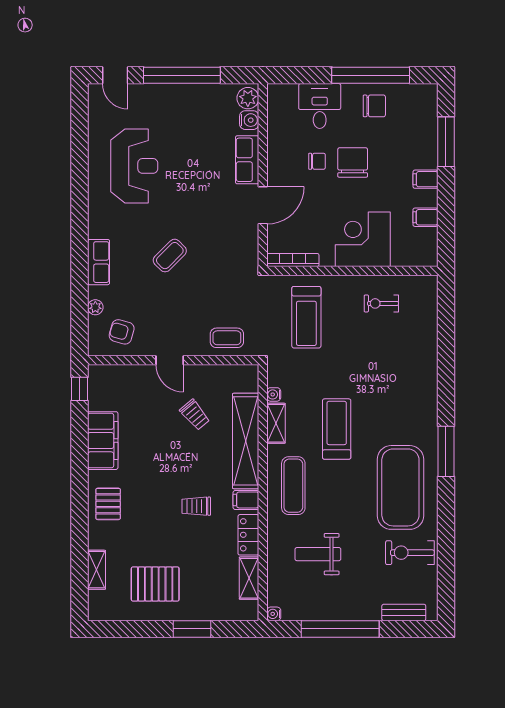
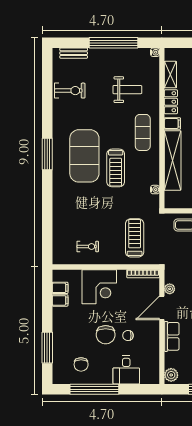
chair: (374, 106) -> (81, 364), moved, turned -90
water cooler: (249, 120) -> (170, 361), removed
filing cabinet: (425, 179) -> (60, 288), moved
plant: (250, 236) -> (170, 289), added
shelving: (276, 423) -> (154, 172), removed
exercise mat: (400, 487) -> (84, 156), moved

